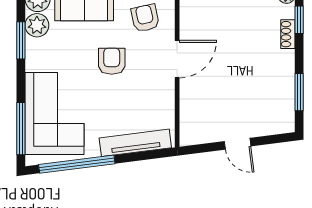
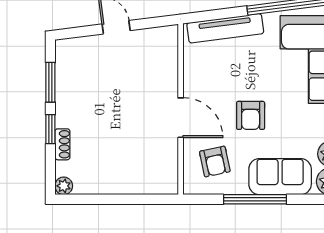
window: (299, 20) -> (50, 129), moved
door: (177, 59) -> (181, 118), swing flipped

